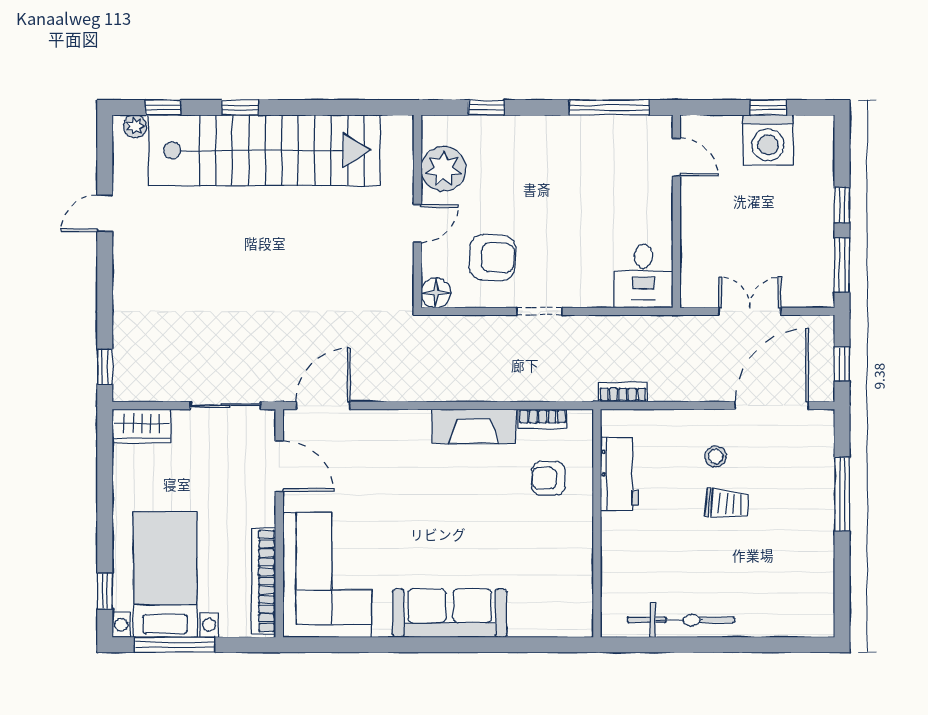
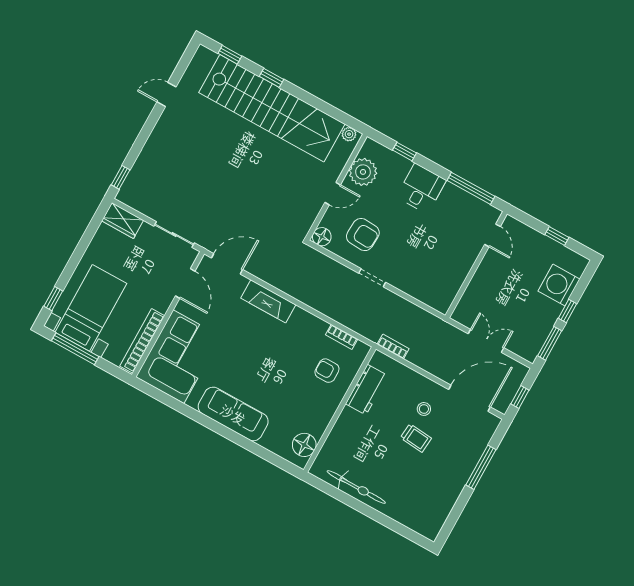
plant: (135, 126) -> (349, 134), moved
washing machine: (768, 140) -> (559, 285), moved, turned 90
desk: (643, 276) -> (421, 189), moved, turned 180
fireplace: (474, 426) -> (268, 301), moved
floor lamp: (574, 601) -> (304, 445), added

